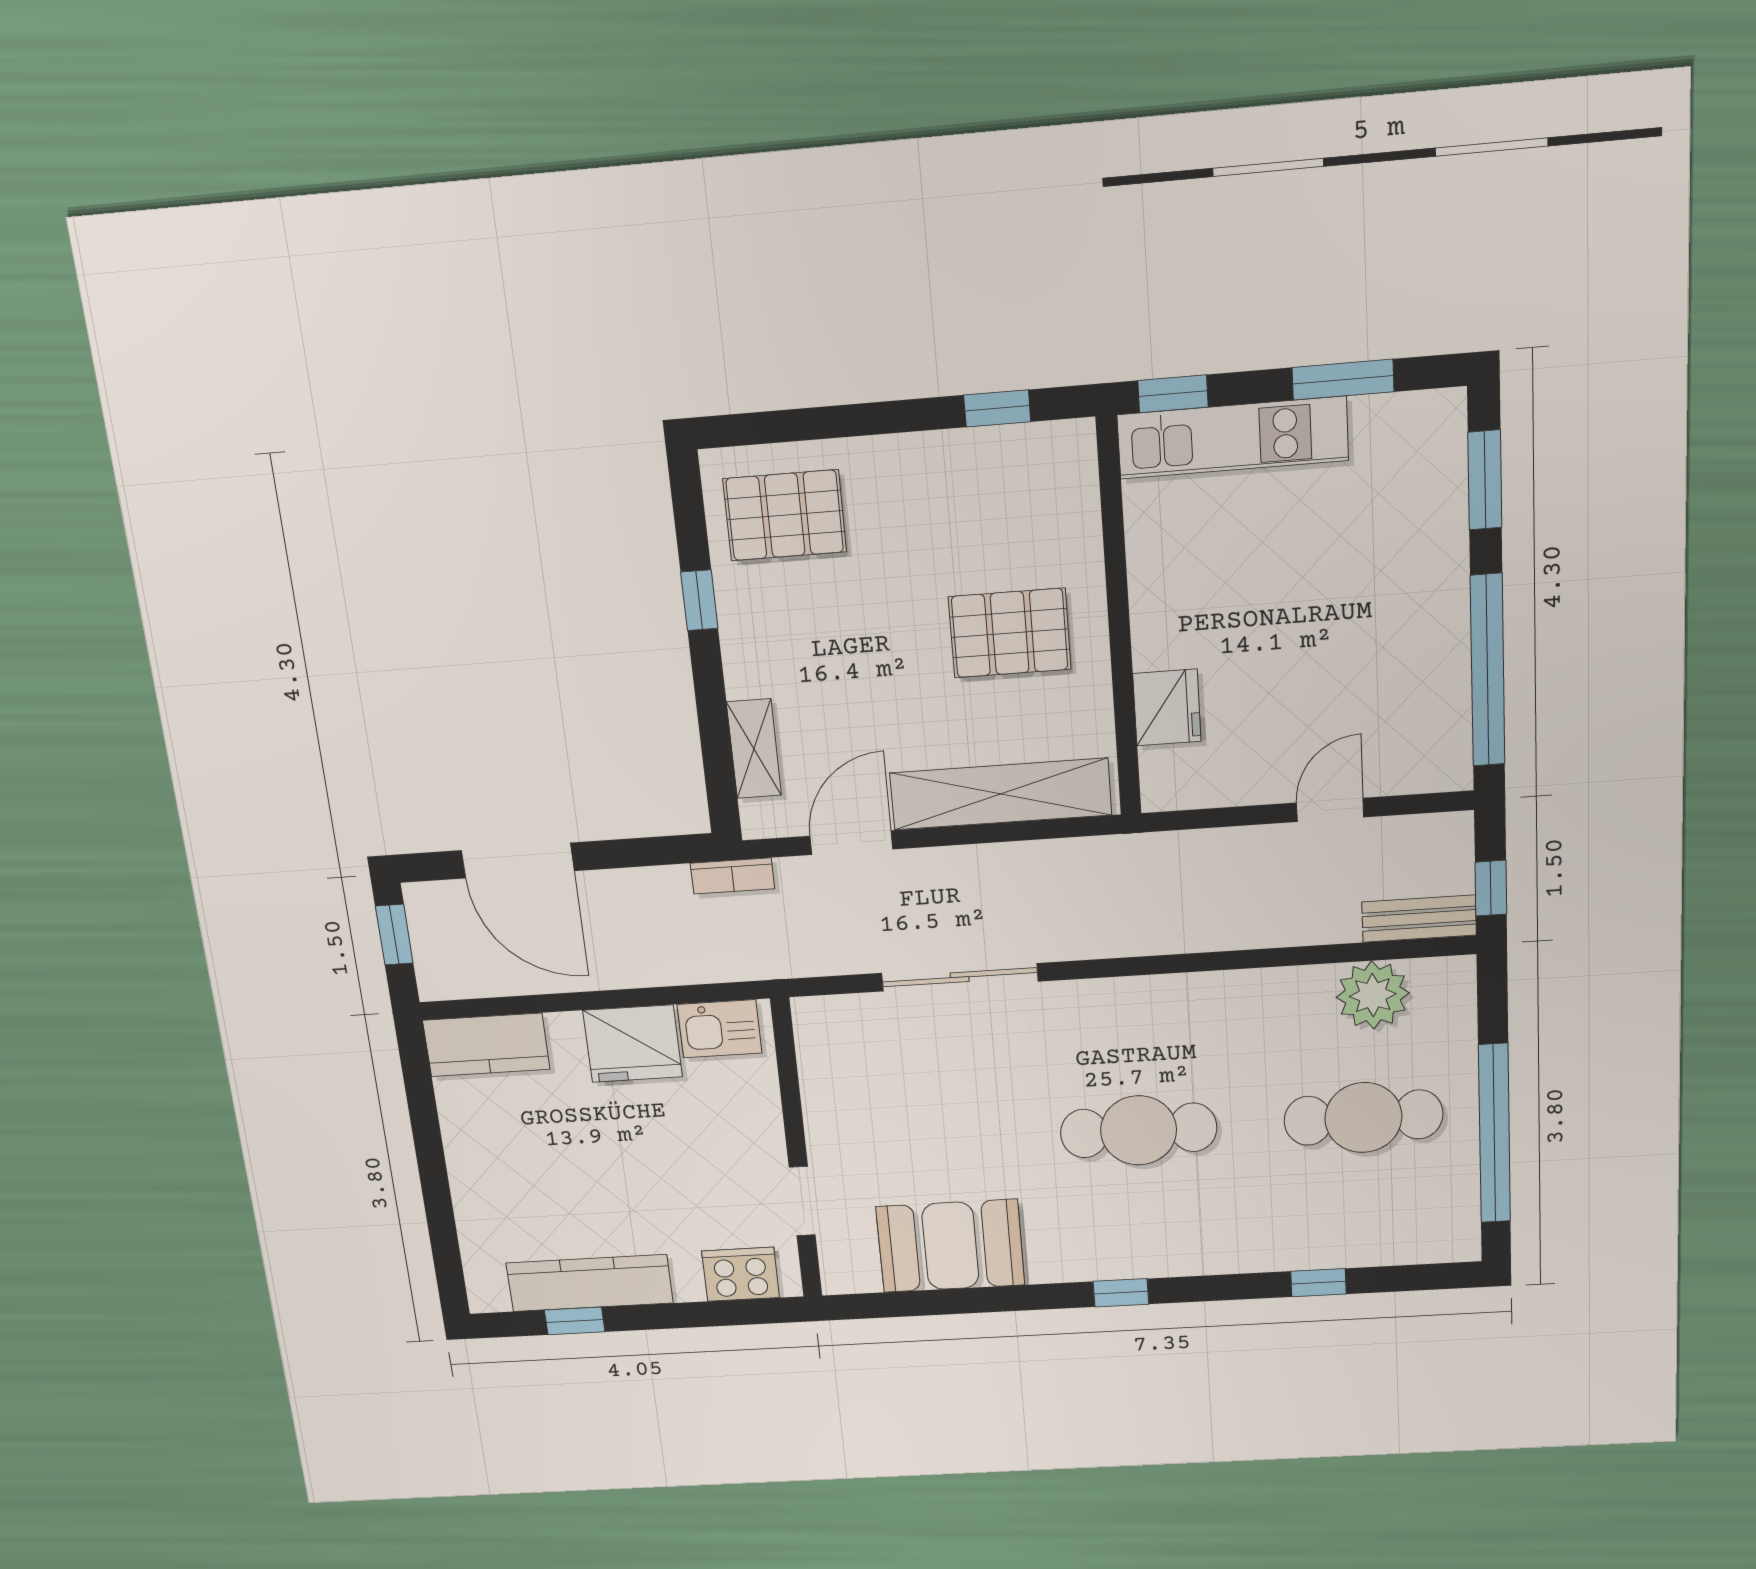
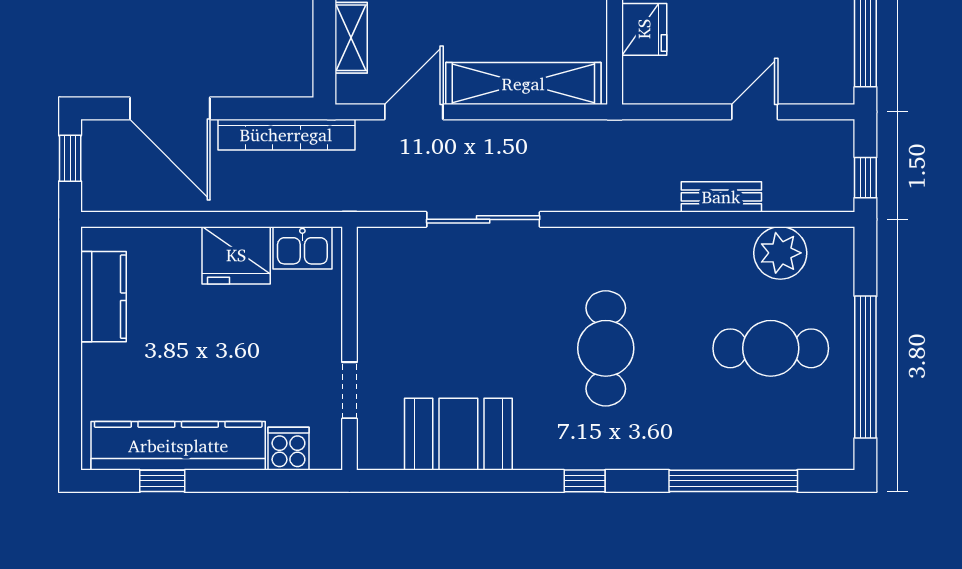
bookcase: (732, 876) -> (286, 135), width x2.31, depth x1.31
bench: (1419, 919) -> (721, 197), moved
kitchen counter: (486, 1045) -> (103, 297), moved, turned -90
cafe table: (1139, 1130) -> (606, 348), turned 90
cooker: (741, 1274) -> (288, 449), width x0.73
kitchen counter: (590, 1283) -> (178, 446), width x1.39, depth x1.17
window: (1318, 1283) -> (733, 481), width x3.17

